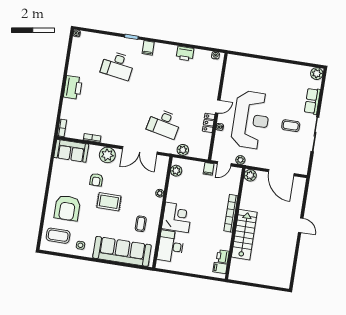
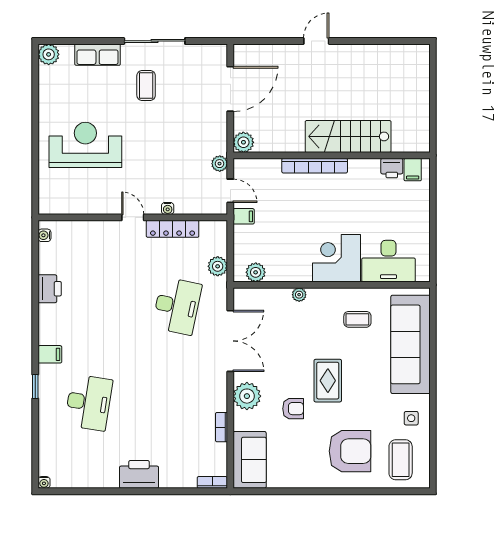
reception desk: (251, 120) -> (85, 145), moved, width x0.74, depth x0.77
locker: (209, 123) -> (173, 229), width x1.53

